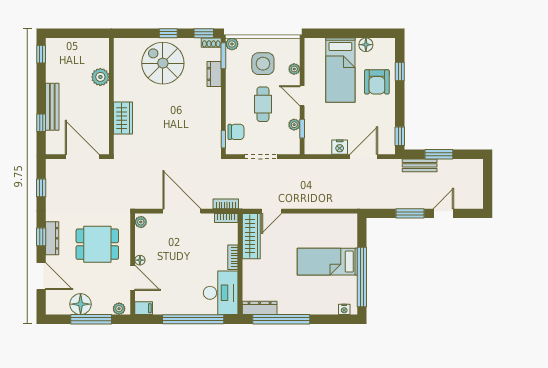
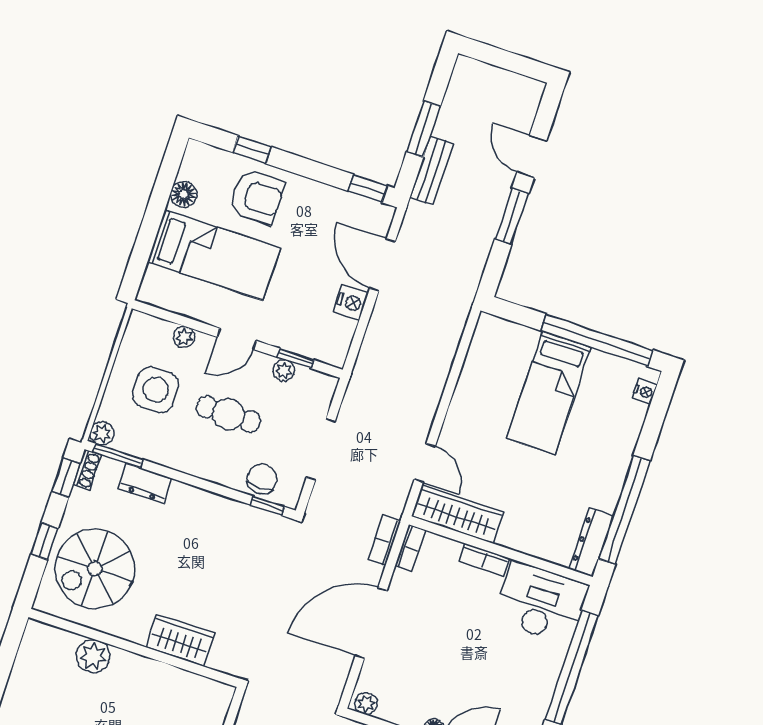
plant: (100, 77) -> (93, 656), moved
wall: (111, 96) -> (134, 648), moved
wardrobe: (123, 118) -> (180, 640), moved

